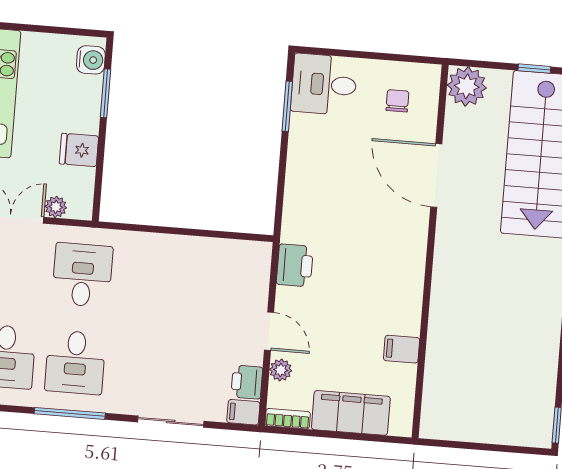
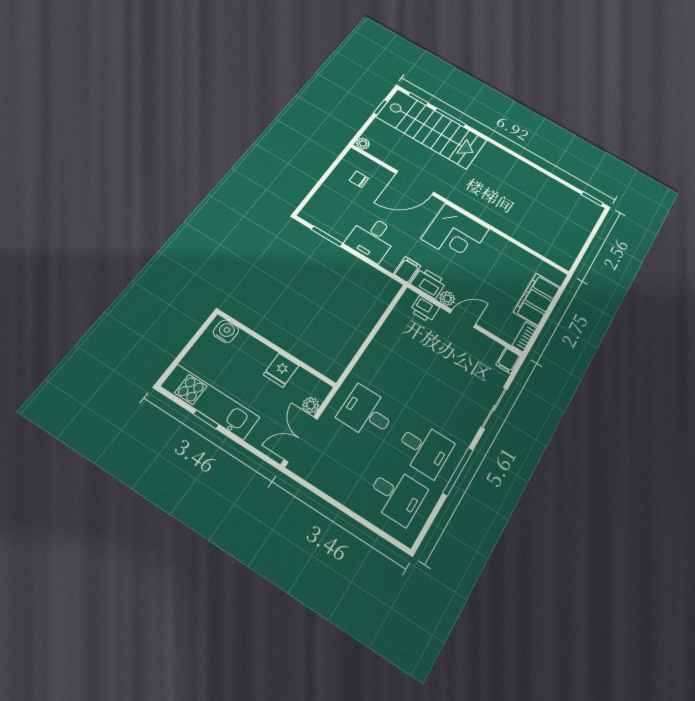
desk: (324, 84) -> (372, 238), moved
plant: (467, 86) -> (363, 143), width x0.53, depth x0.53
window: (106, 93) -> (254, 334), removed
corner desk: (388, 265) -> (455, 234), added
filing cabinet: (402, 349) -> (407, 270), moved, turned 180
plant: (281, 370) -> (447, 298), moved
printer: (247, 382) -> (425, 309), moved

